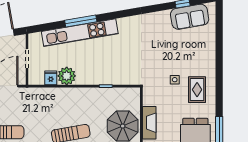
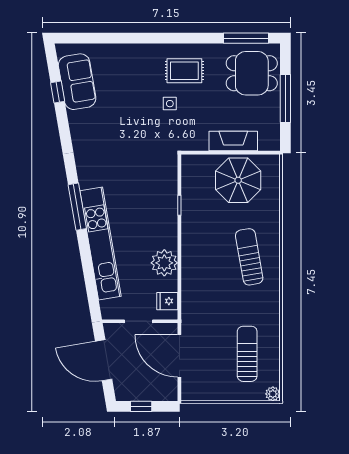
window: (81, 21) -> (77, 207), moved
fridge: (51, 78) -> (167, 301), moved

